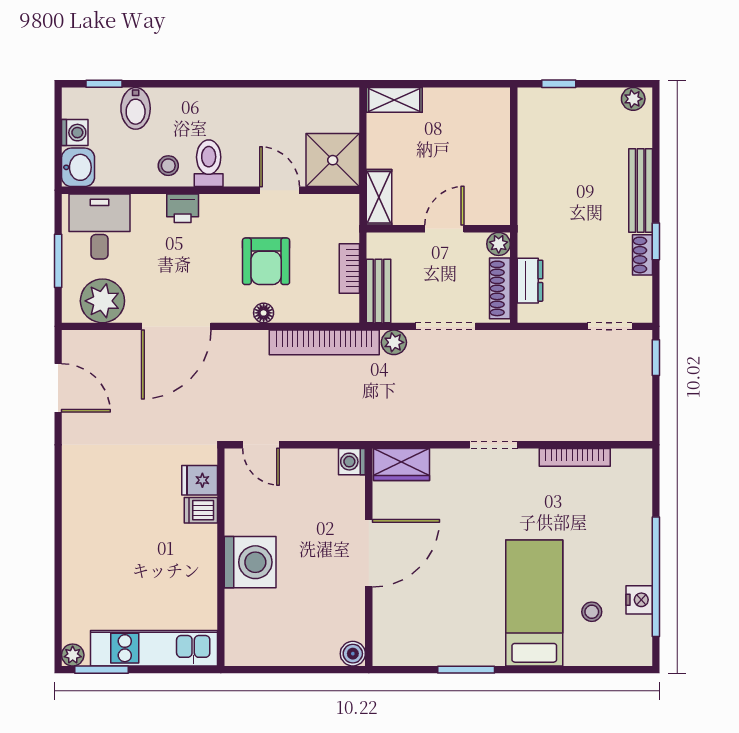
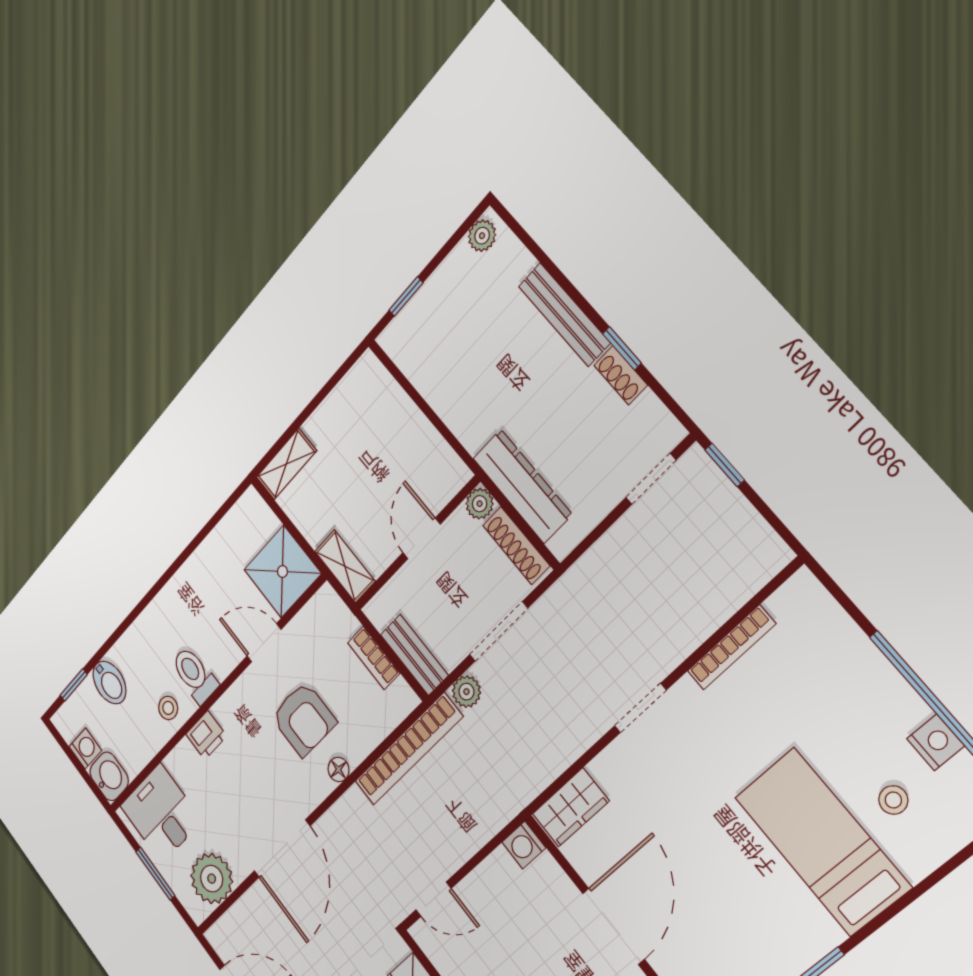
dresser: (530, 281) -> (522, 486), width x1.96, depth x1.24

